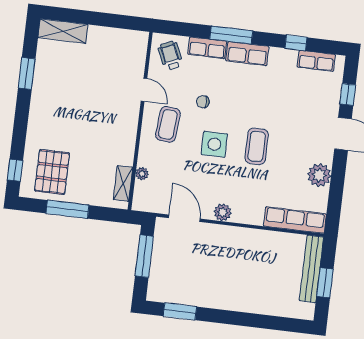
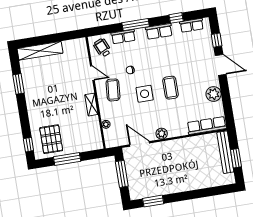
shelving: (63, 31) -> (40, 51), width x1.47
row of seats: (247, 54) -> (159, 31), moved
shelving: (123, 183) -> (91, 105), moved

